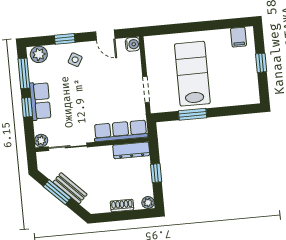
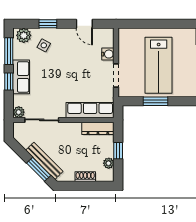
water cooler: (133, 44) -> (108, 54), moved
side table: (75, 60) -> (44, 45), moved
lab bench: (192, 74) -> (159, 65), turned 180
bench: (70, 188) -> (44, 161), width x1.36
window: (57, 192) -> (39, 169), moved
plant: (148, 203) -> (109, 163), moved

